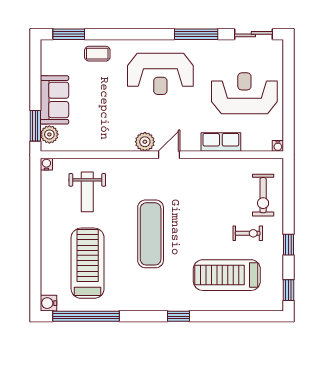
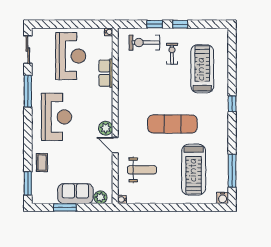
reception desk: (244, 93) -> (71, 56), turned 180
window: (35, 126) -> (65, 207), moved
door: (169, 155) -> (115, 145), moved
exercise bike: (263, 195) -> (144, 43), turned 180
treadmill: (88, 263) -> (194, 170), turned -90
treadmill: (227, 275) -> (202, 69), turned 180
window: (288, 290) -> (155, 24), moved
window: (86, 316) -> (232, 171), width x0.68

